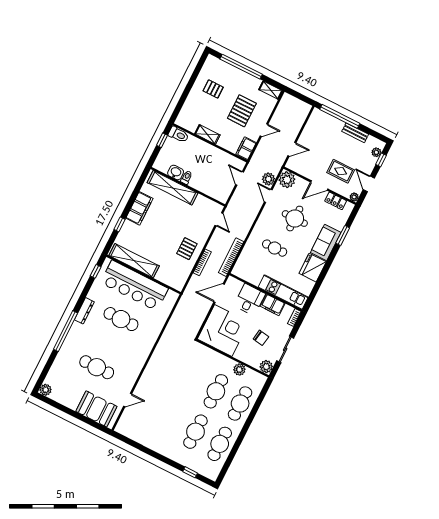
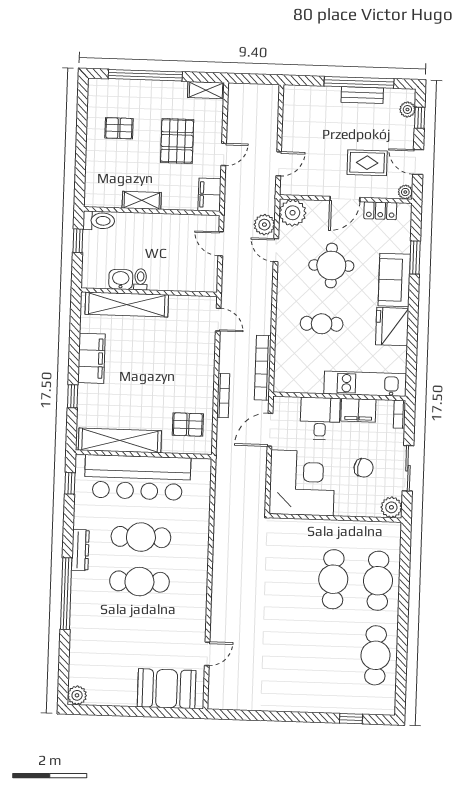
window: (340, 116) -> (359, 82), moved
pallet: (187, 249) -> (188, 425), moved, turned 90
cafe table: (97, 367) -> (139, 582), moved
plant: (239, 370) -> (353, 530), removed
cafe table: (195, 432) -> (331, 654), removed

